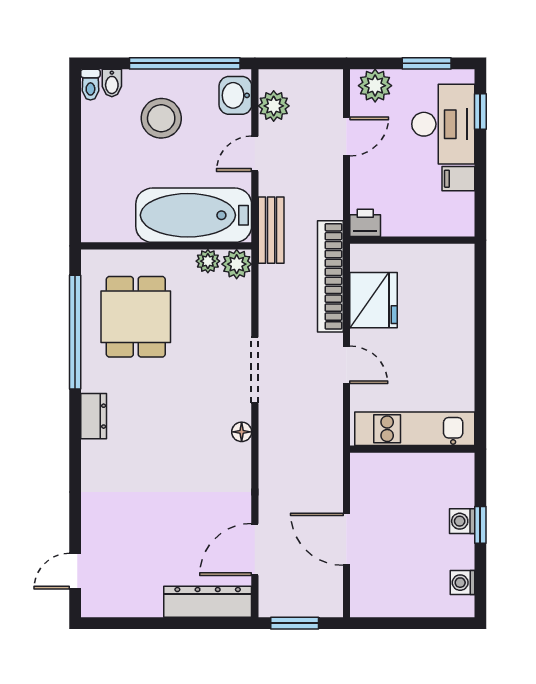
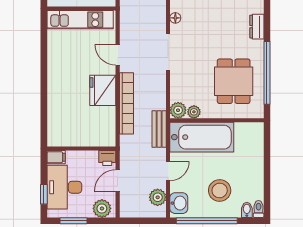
printer: (365, 223) -> (107, 158), moved
wall: (412, 240) -> (81, 149), moved

